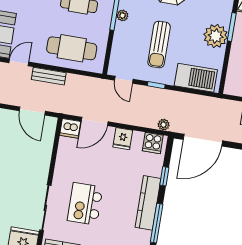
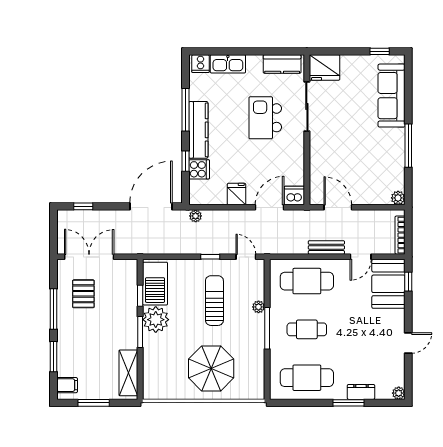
plant: (123, 15) -> (259, 307), moved
window: (226, 60) -> (140, 296), added
barbecue: (196, 78) -> (155, 284), moved, turned -90
cooker: (153, 143) -> (199, 169), moved, turned 90
kitchen island: (85, 204) -> (265, 118), turned 180

